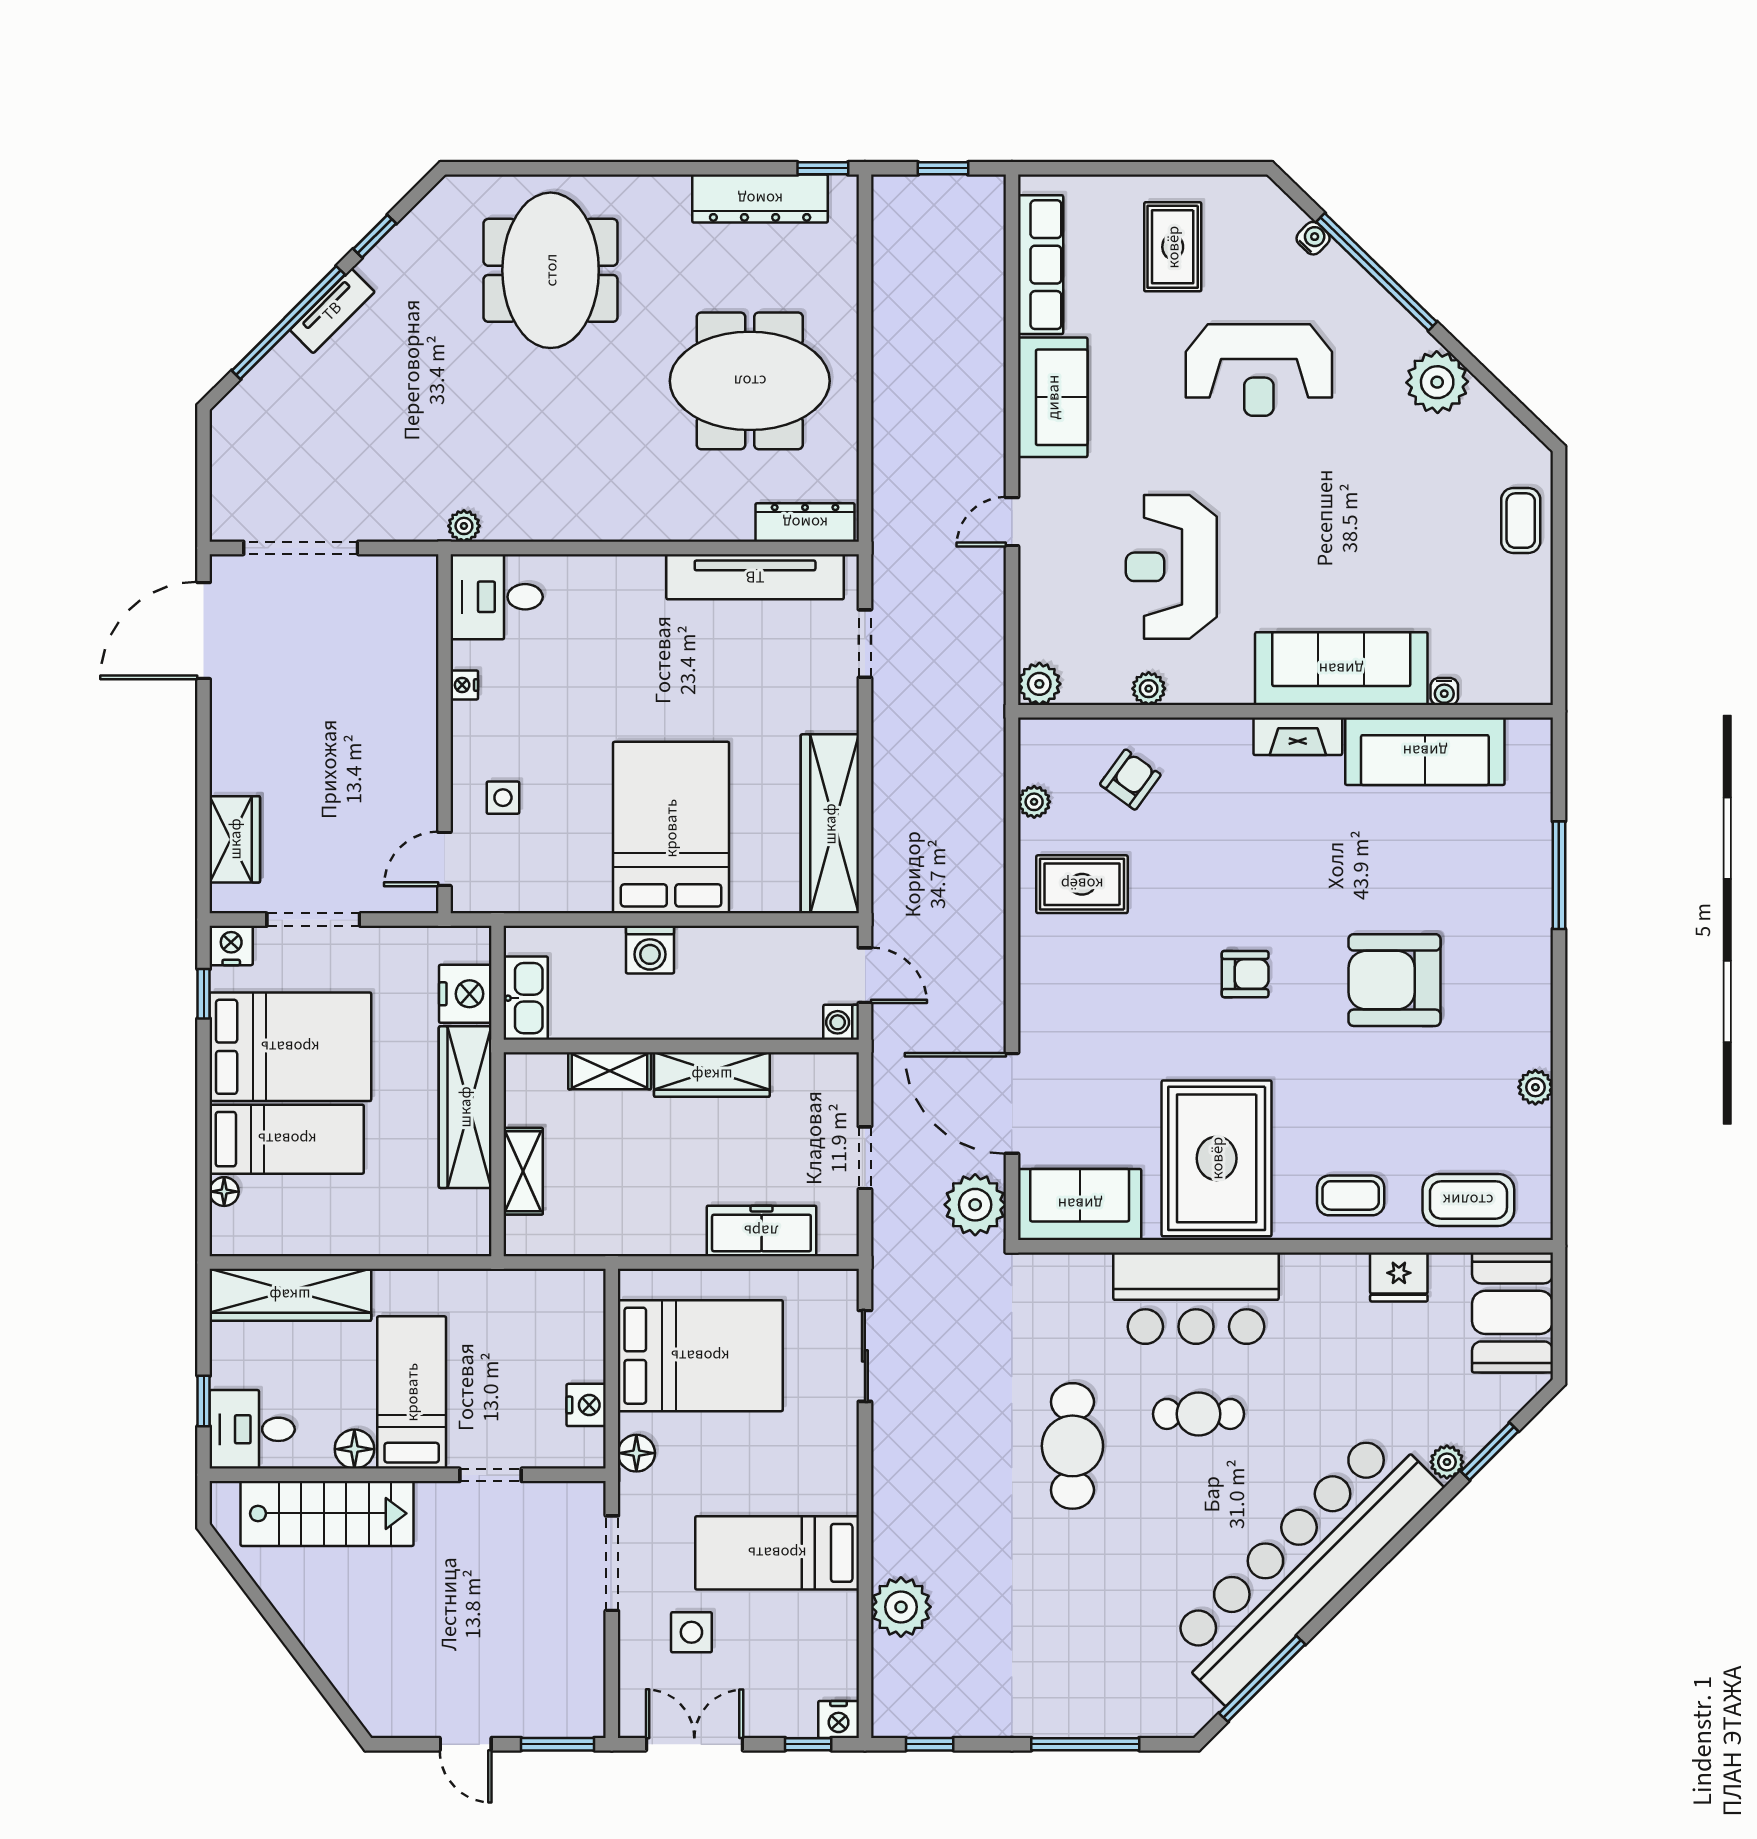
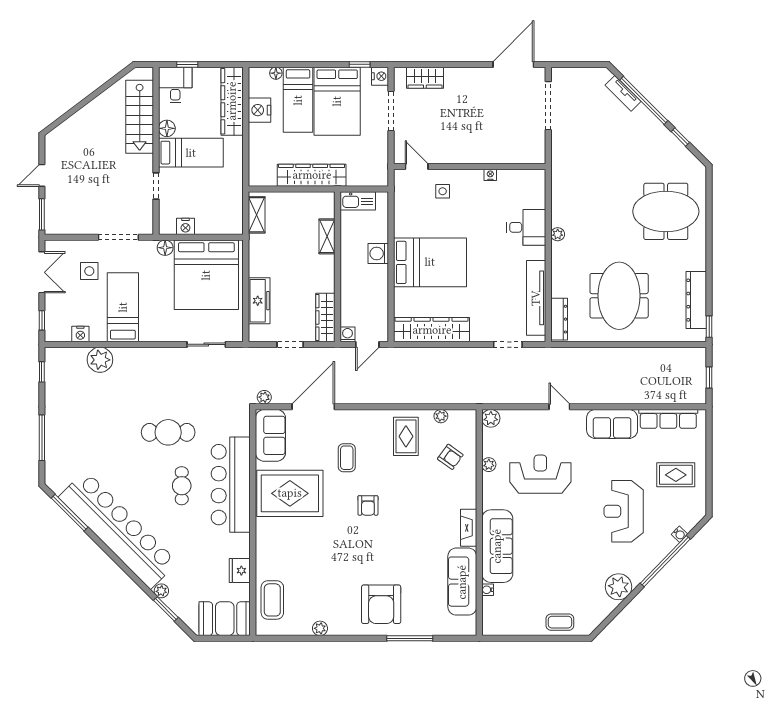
tv unit: (332, 311) -> (623, 93), moved
plant: (464, 526) -> (558, 234), moved
desk: (497, 597) -> (526, 227), moved, turned 90
door: (204, 631) -> (513, 64), hinge flipped
armchair: (1395, 980) -> (381, 604), moved, turned 180
nightstand: (465, 994) -> (259, 110), moved, turned 90
wardrobe: (712, 1075) -> (325, 317), moved
shelving: (523, 1171) -> (257, 215), moved, turned 90
coffee table: (1351, 1195) -> (347, 458), moved
plant: (975, 1205) -> (264, 397), width x0.53, depth x0.53
bar counter: (1196, 1298) -> (231, 485), width x1.36
bed: (700, 1356) -> (206, 275), width x1.36
nightstand: (839, 1719) -> (80, 334), moved, turned -90

